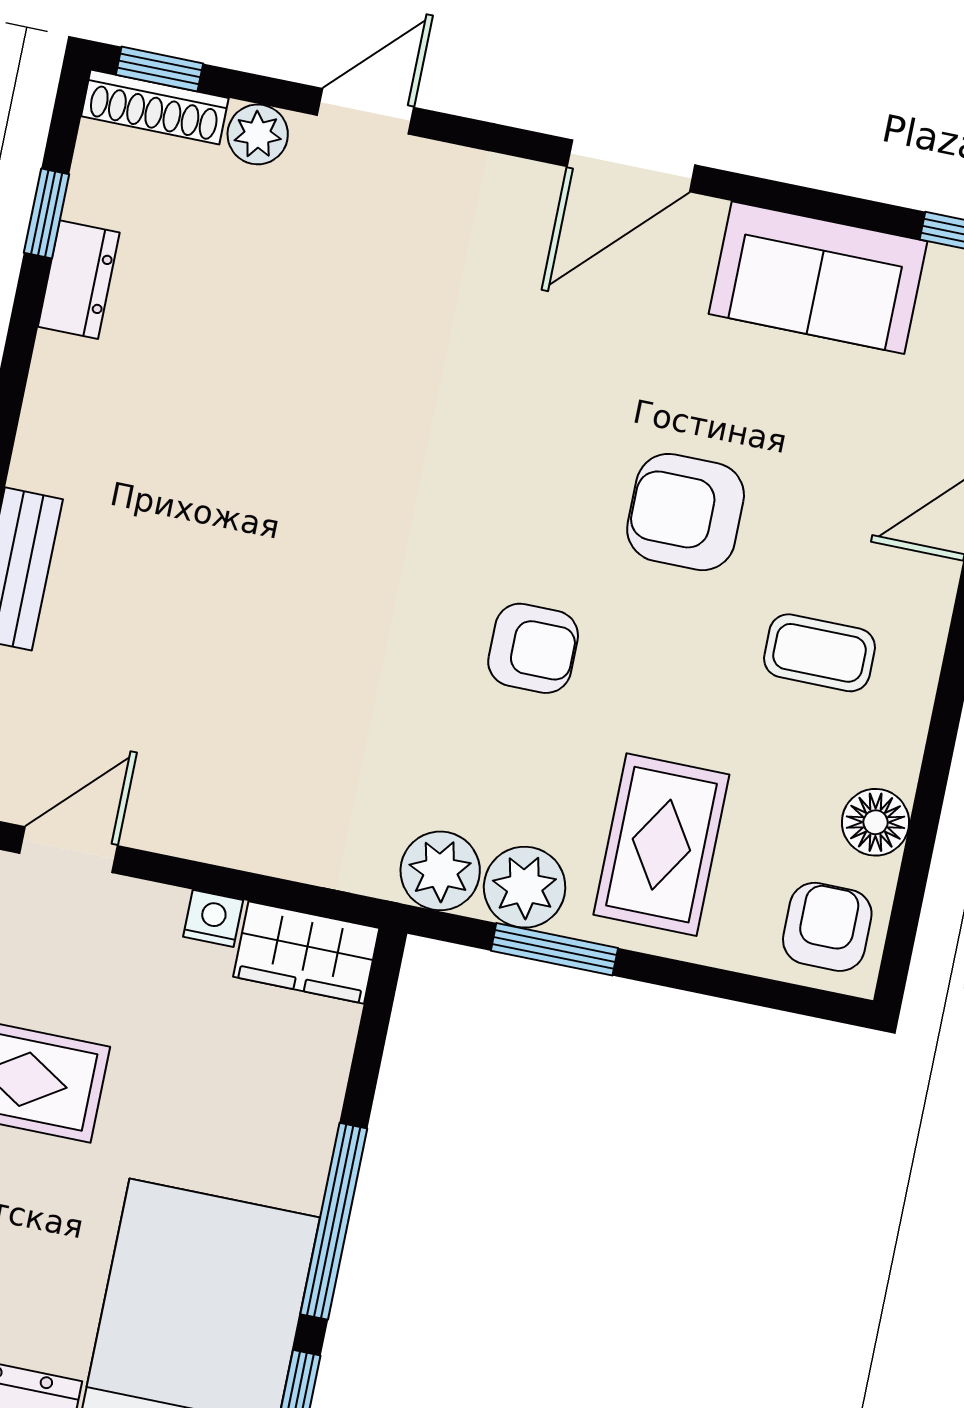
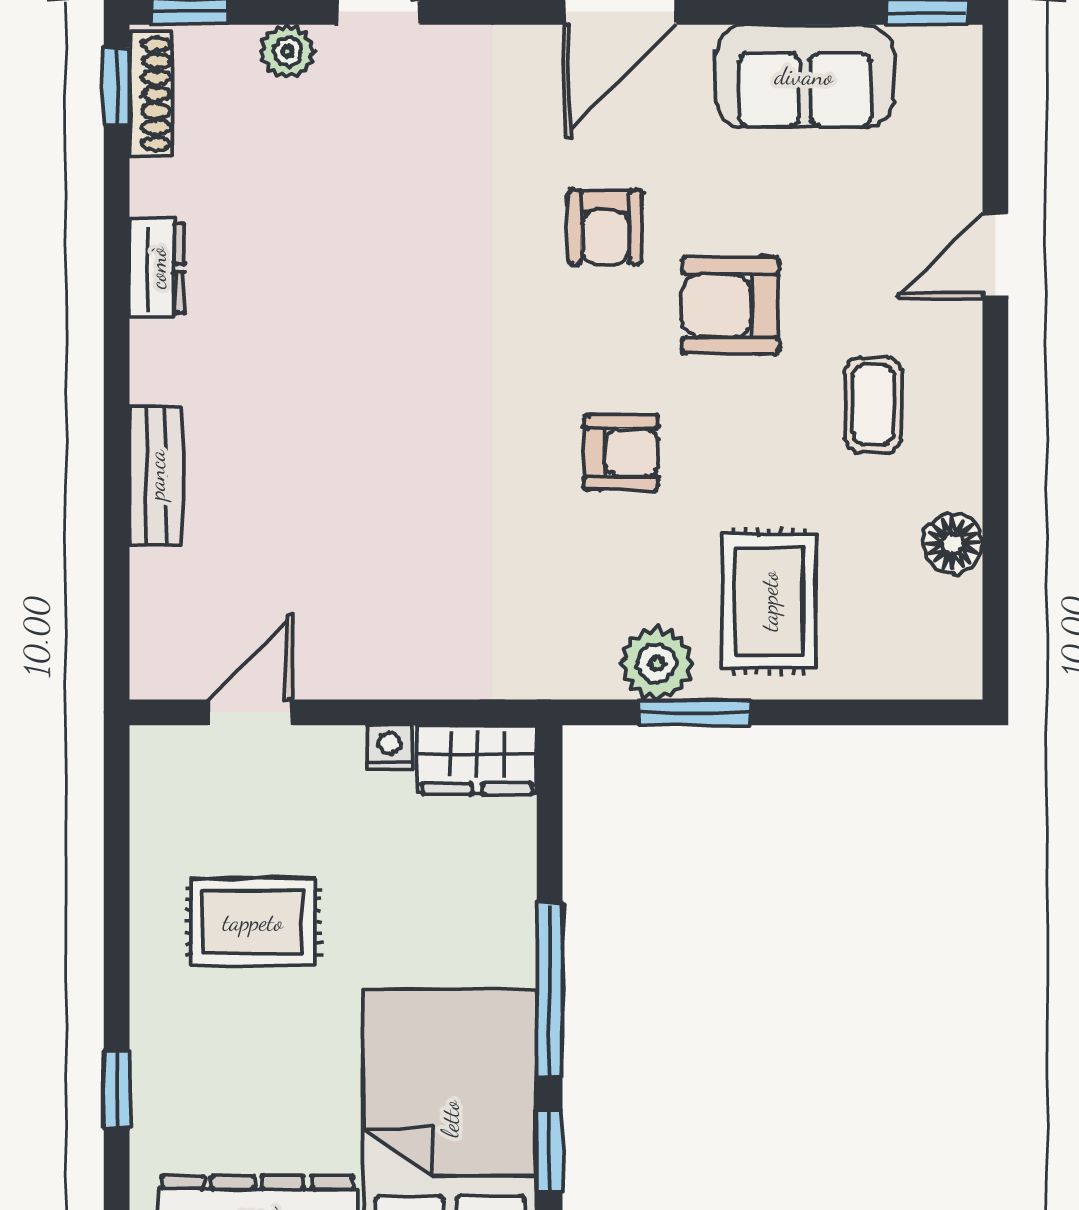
shoe rack: (155, 107) -> (151, 94), moved, turned -90
window: (47, 213) -> (117, 86), moved
dresser: (79, 280) -> (157, 268), moved
coffee table: (819, 653) -> (873, 405), turned 90
plant: (440, 871) -> (580, 664), removed
armchair: (827, 927) -> (605, 227), moved, turned 180

